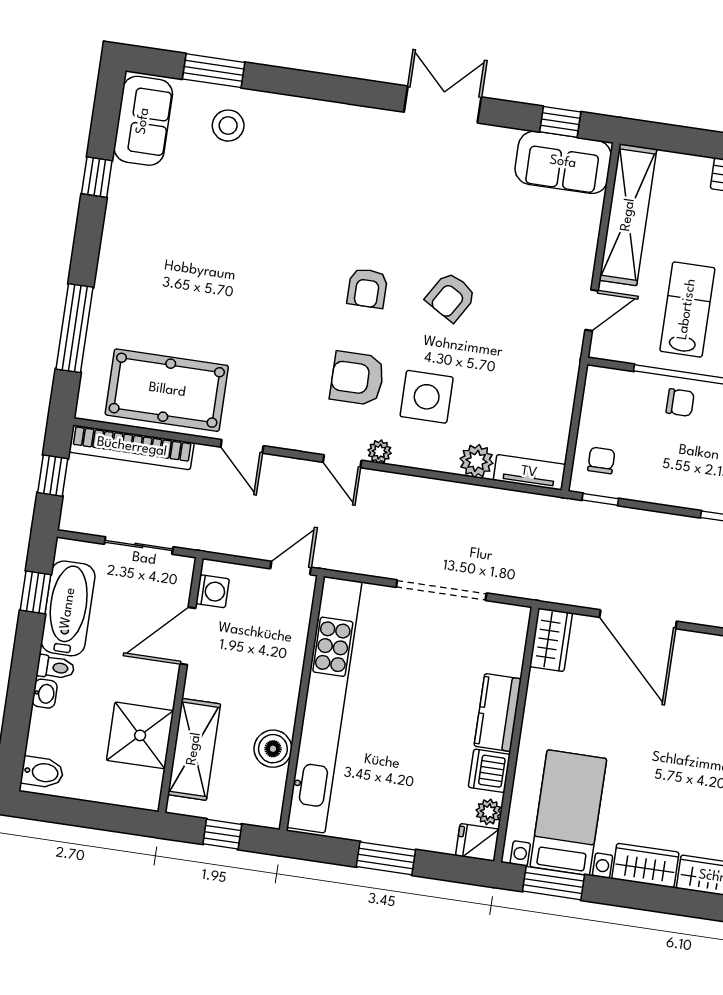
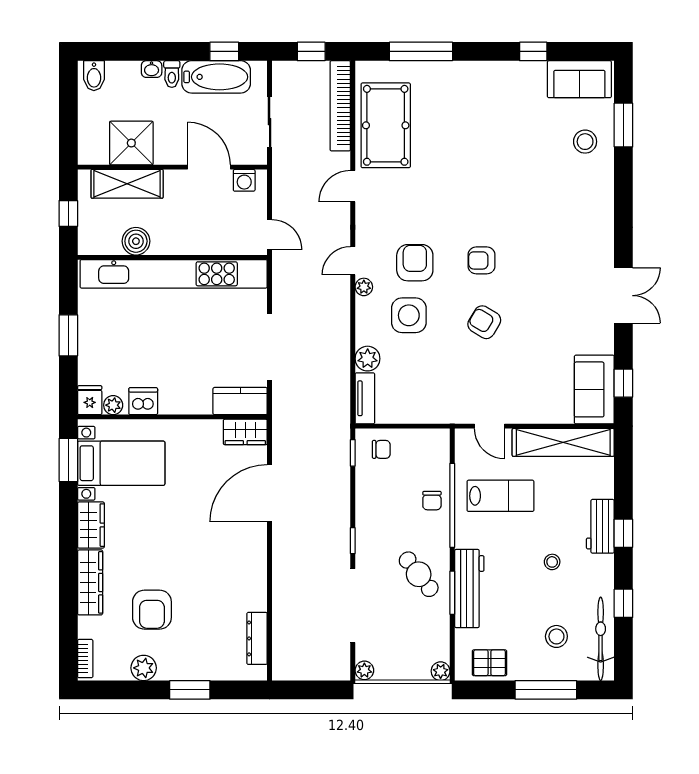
kitchen counter: (498, 712) -> (240, 401), moved

